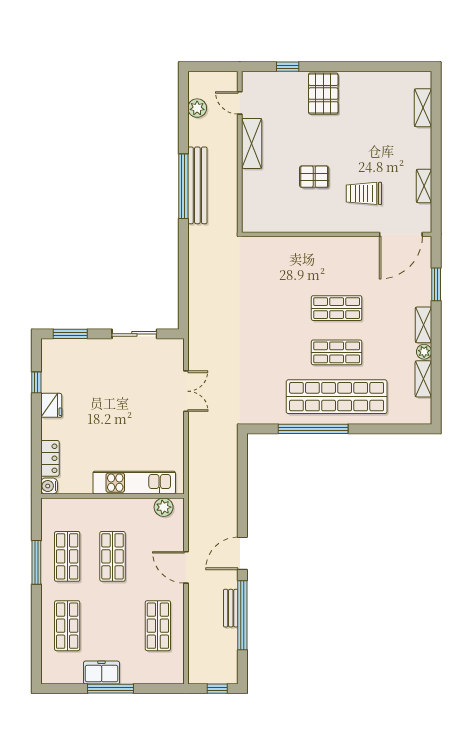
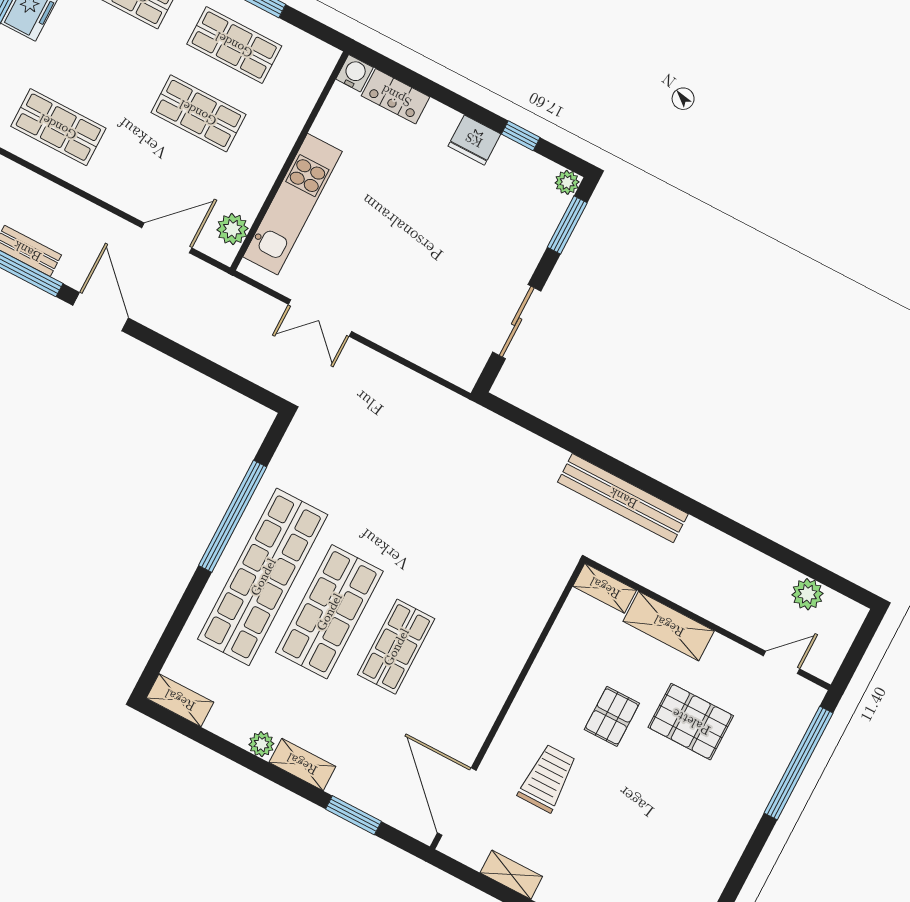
window: (288, 67) -> (798, 763), width x3.17
pallet: (323, 94) -> (691, 722), moved
shelving: (252, 143) -> (669, 626), moved
bench: (197, 185) -> (623, 498), moved
window: (183, 186) -> (700, 512), removed
shelving: (249, 215) -> (605, 588), added
plant: (48, 346) -> (567, 182), added
shop shelf: (337, 352) -> (329, 612), width x1.43, depth x1.36
shelving: (423, 379) -> (180, 700), moved
double door: (186, 391) -> (320, 318), moved
door: (186, 567) -> (167, 238), moved

